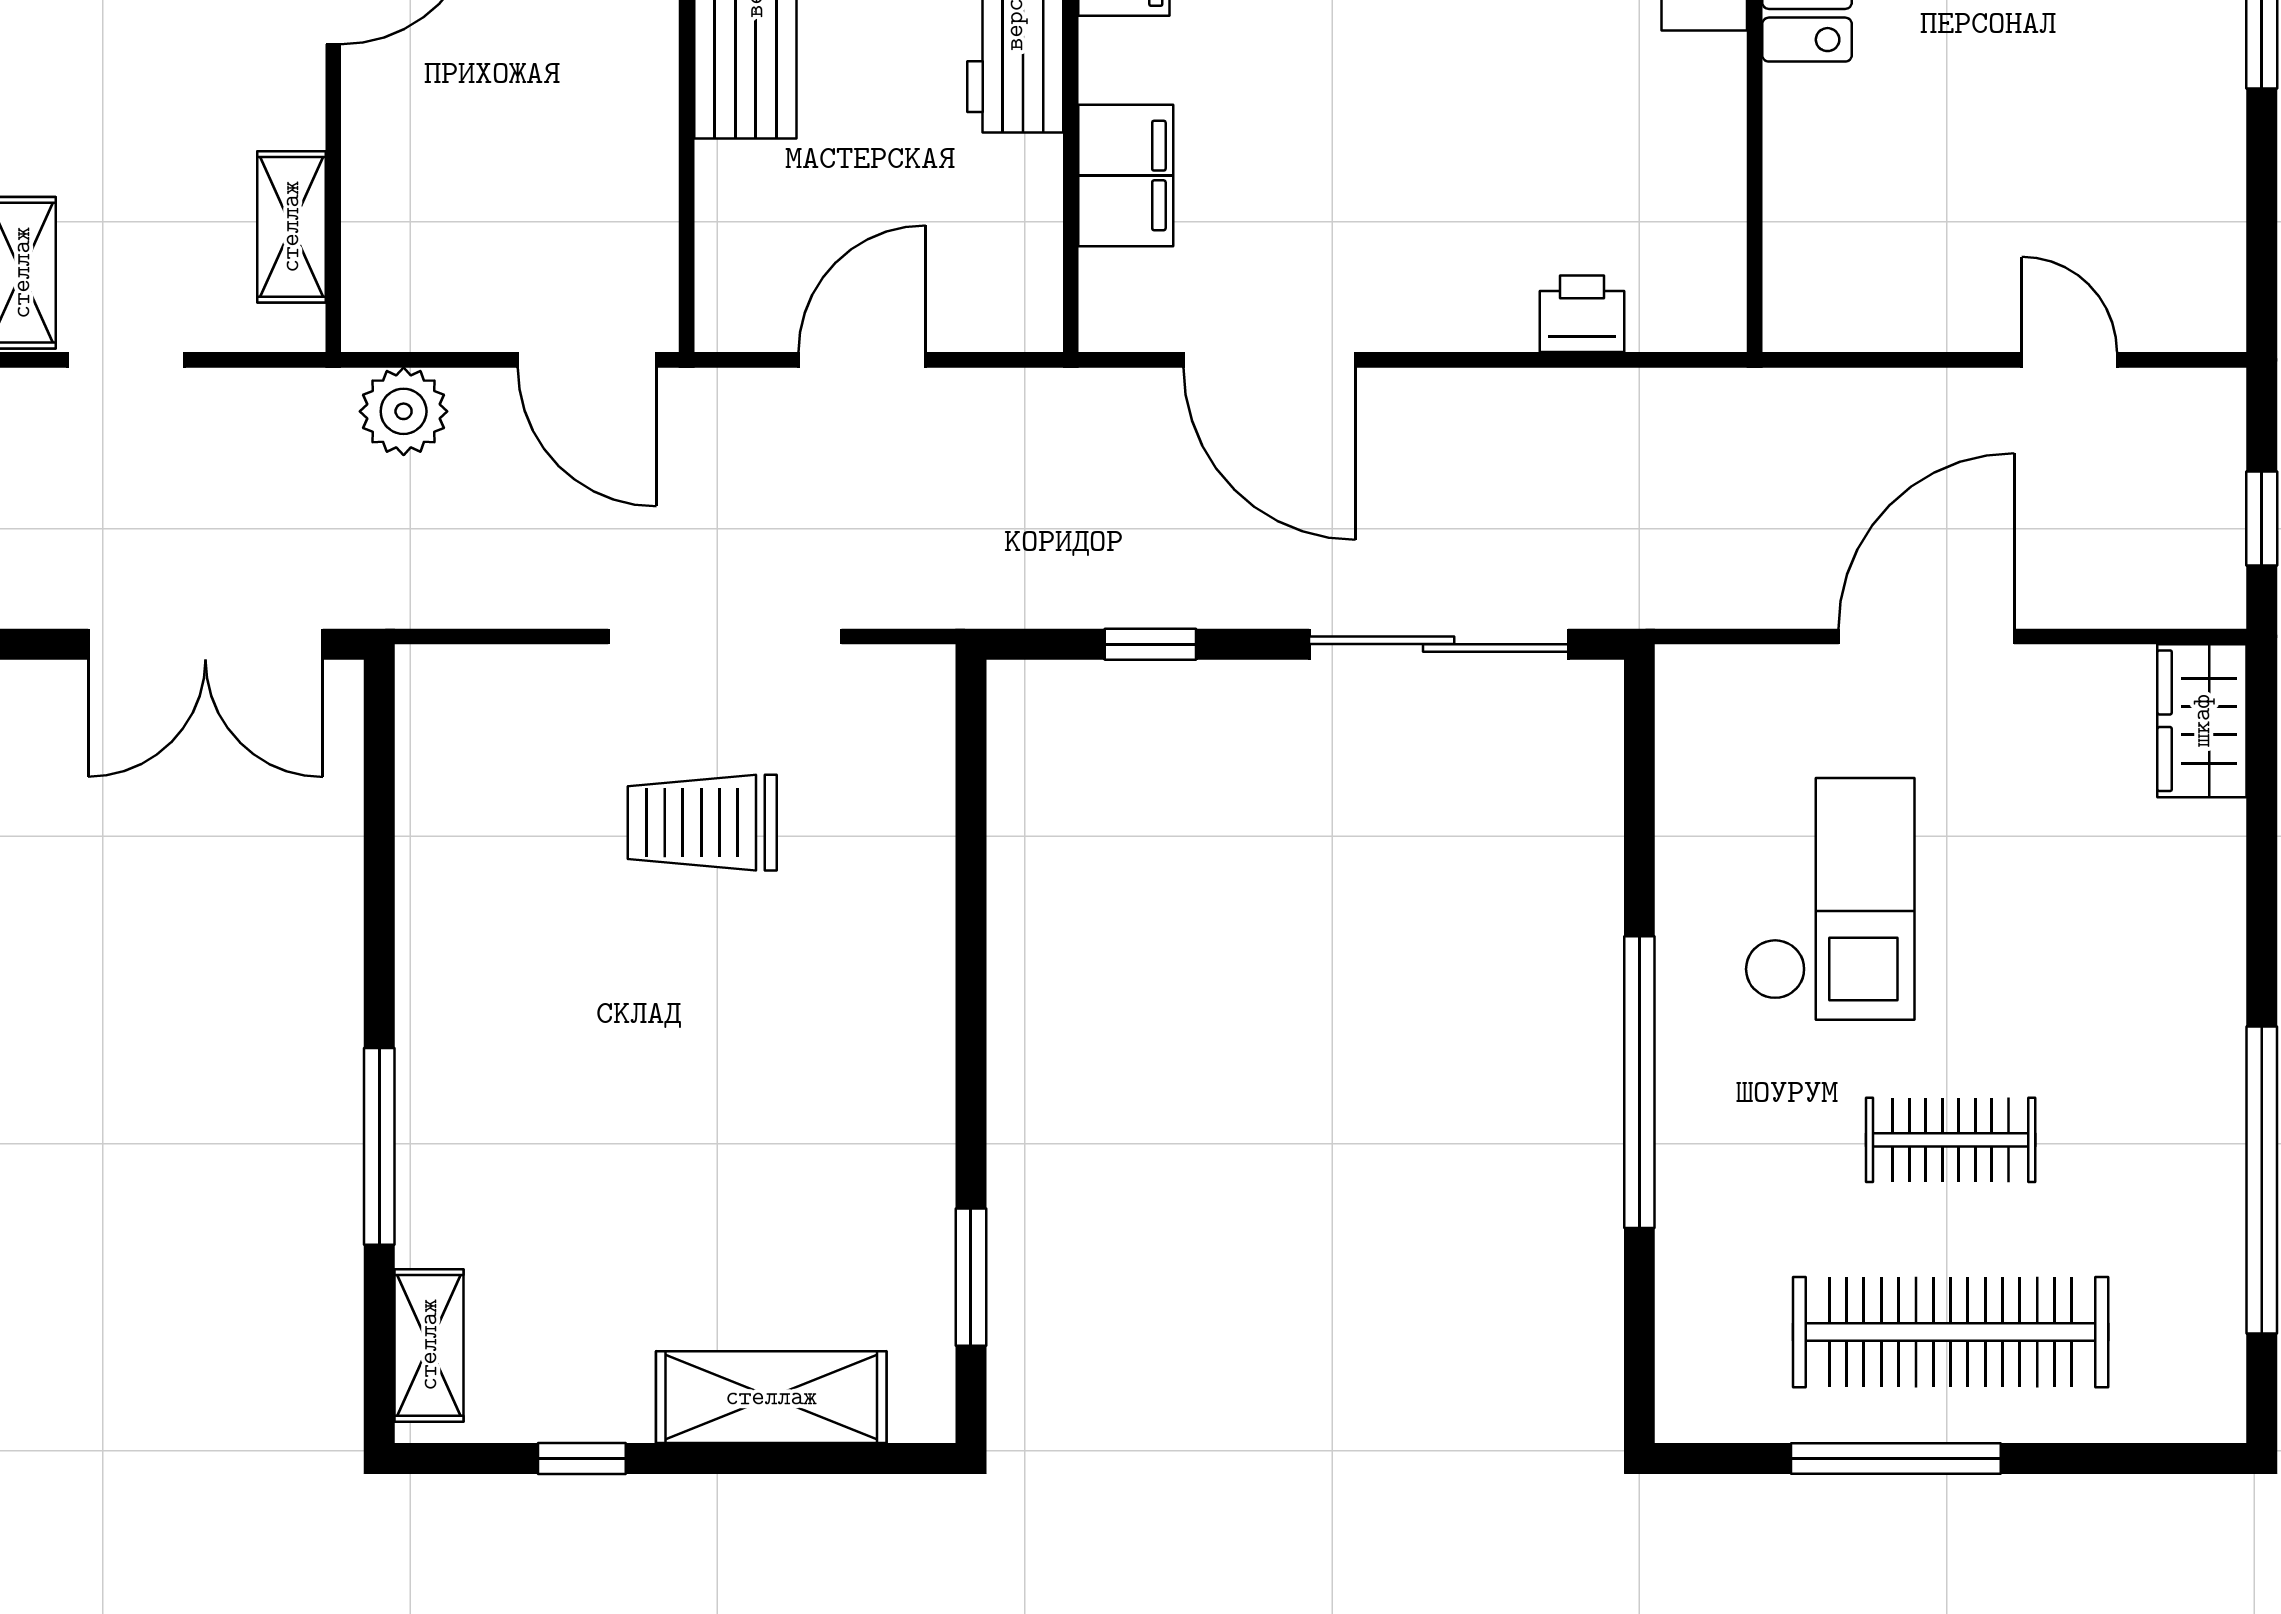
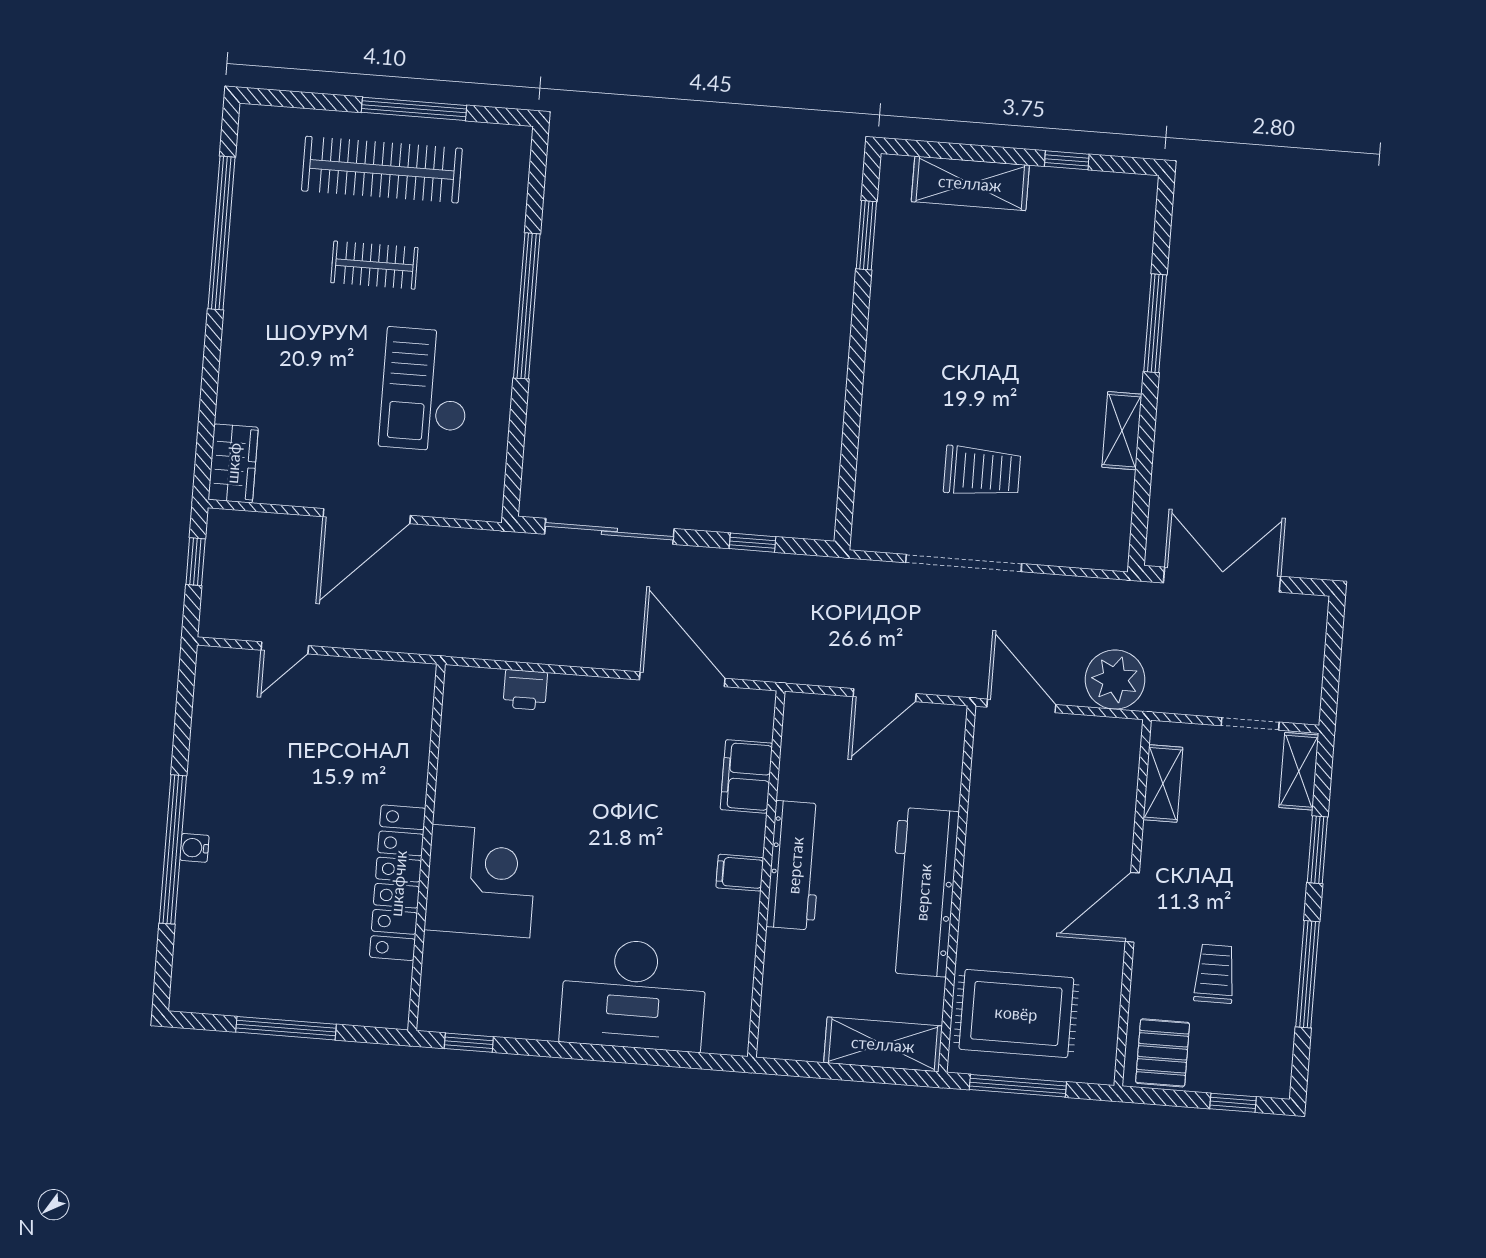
door: (2069, 360) -> (285, 648), hinge flipped
plant: (404, 411) -> (1115, 680), width x1.36, depth x1.36
shelving: (429, 1345) -> (1122, 431), moved

